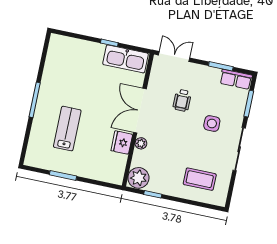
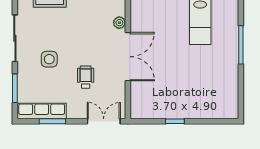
double door: (174, 56) -> (104, 121), swing flipped
kitchen sink: (126, 59) -> (154, 108), removed
row of seats: (236, 79) -> (42, 111), width x1.48
fridge: (122, 143) -> (140, 19), removed

